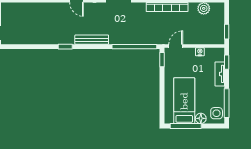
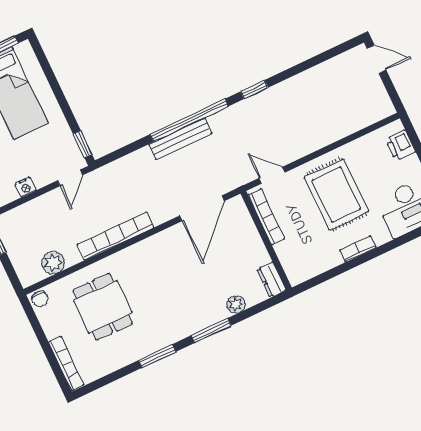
bench: (92, 40) -> (180, 139), moved
window: (134, 47) -> (189, 120), moved

